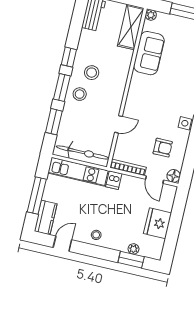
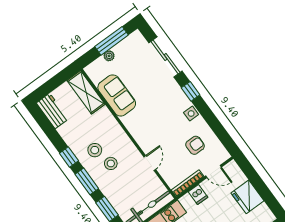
plant: (151, 15) -> (109, 56), moved
stool: (80, 94) -> (111, 163), moved
floor lamp: (174, 176) -> (223, 155), removed
dishwasher: (114, 180) -> (198, 195), moved

